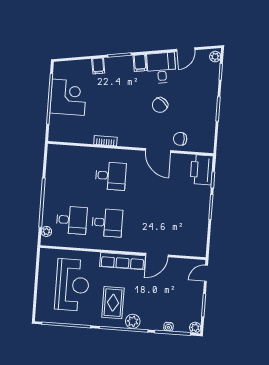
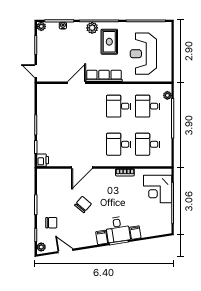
door: (186, 50) -> (65, 251), hinge flipped
desk: (161, 68) -> (118, 229), moved
corner desk: (68, 97) -> (158, 189), moved
chair: (180, 139) -> (51, 223), moved
door: (158, 150) -> (82, 168), swing flipped
printer: (202, 170) -> (43, 160), width x0.53, depth x0.68
desk: (75, 173) -> (148, 144), added
door: (206, 273) -> (36, 71), swing flipped

